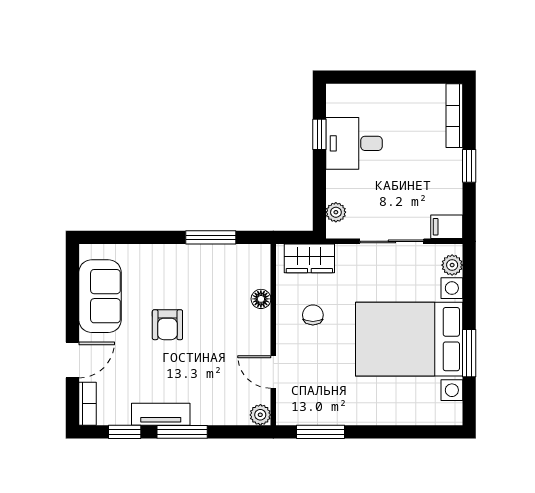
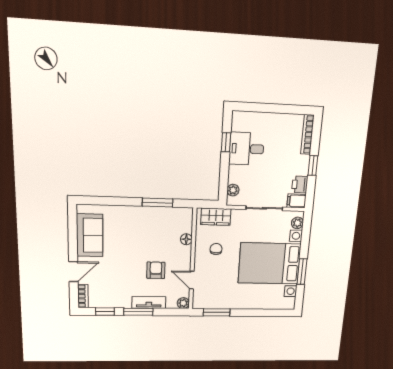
printer: (450, 199) -> (300, 185), added
armchair: (167, 325) -> (156, 270), moved, turned 180
tv unit: (161, 414) -> (149, 302), moved

